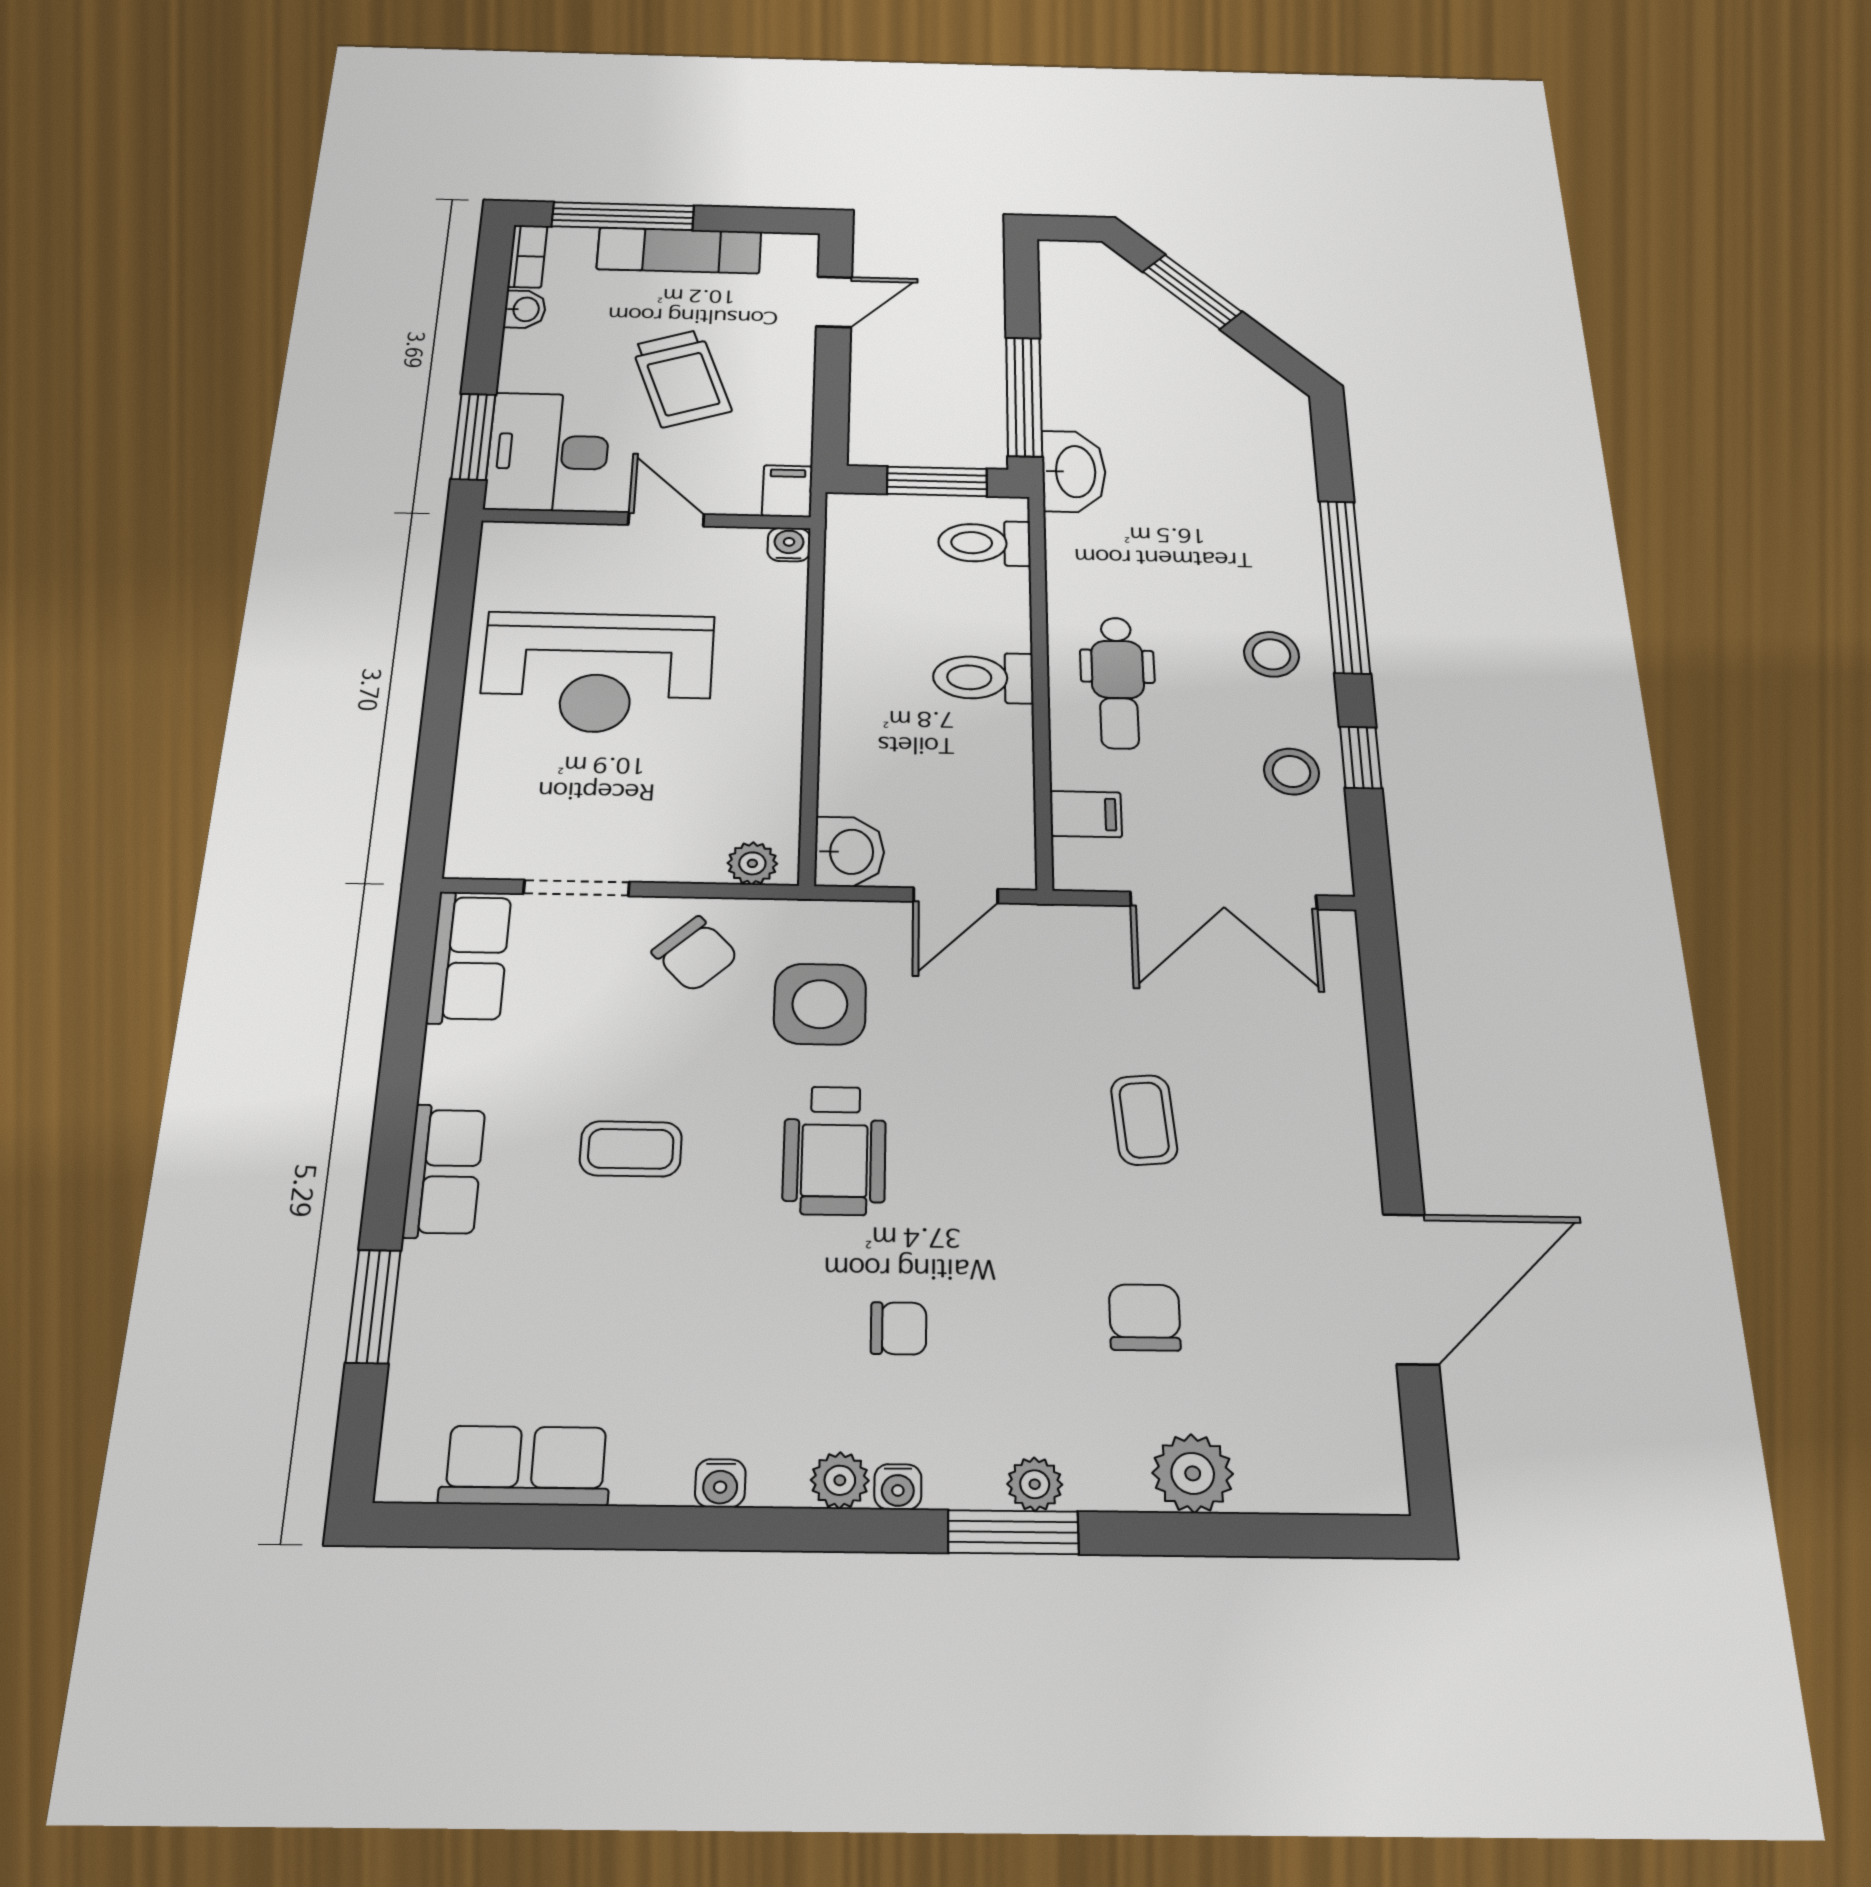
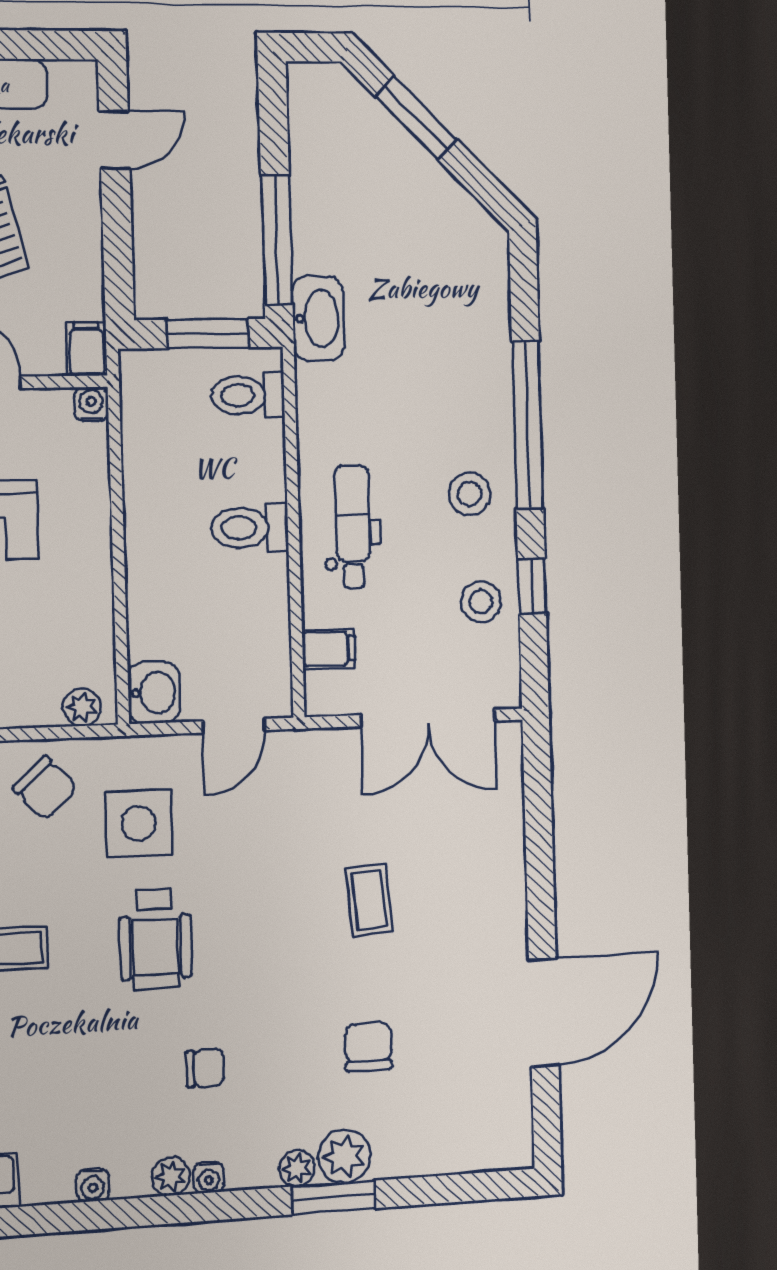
dental chair: (1118, 682) -> (353, 527), turned 180
plant: (1193, 1473) -> (344, 1156), moved
window: (1013, 1532) -> (333, 1198), moved

